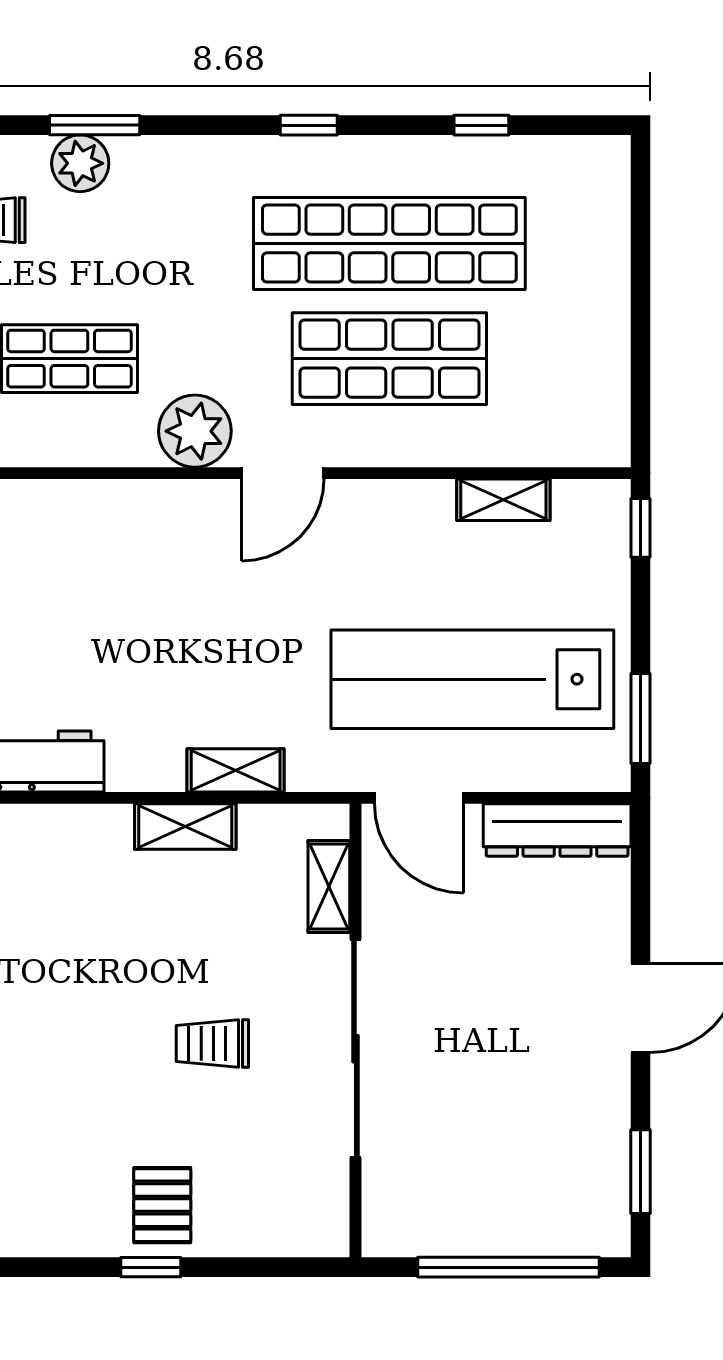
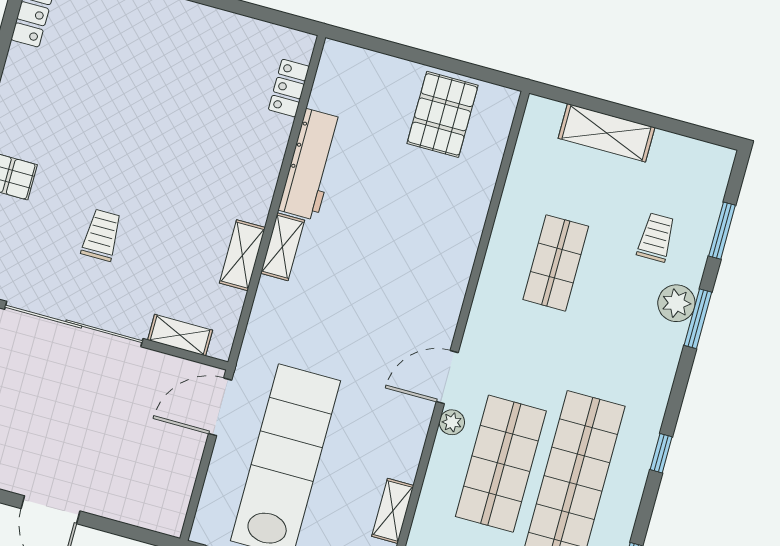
plant: (195, 431) -> (452, 422), moved, width x0.53, depth x0.53
door: (283, 473) -> (447, 377), hinge flipped
shelving: (236, 770) -> (283, 247), moved
dresser: (557, 830) -> (176, 488), removed

